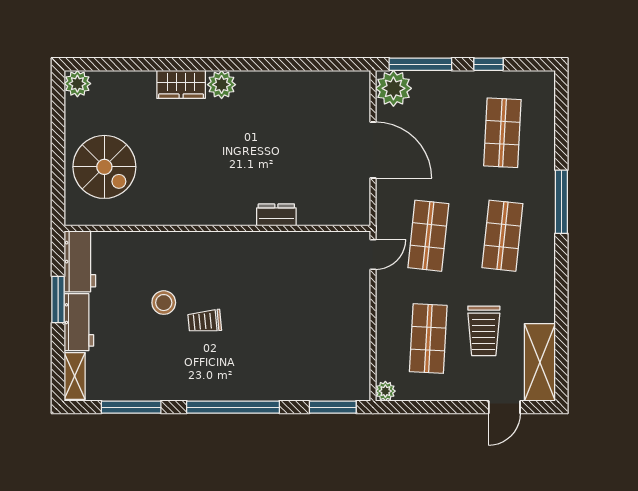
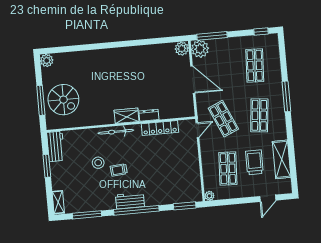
window: (489, 64) -> (261, 31), moved
wardrobe: (181, 84) -> (126, 116), moved, turned 180
plant: (222, 85) -> (182, 49), moved
window: (58, 164) -> (41, 100), added
shop shelf: (428, 236) -> (223, 119), turned -30
bicycle: (206, 242) -> (116, 132), added
locker: (297, 243) -> (160, 128), added
workbench: (79, 322) -> (130, 201), moved, turned -90
trolley: (484, 331) -> (254, 162), turned 180
shelving: (540, 362) -> (282, 159), moved

